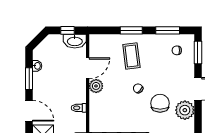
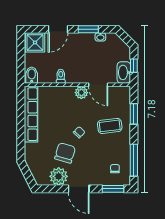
window: (131, 30) -> (134, 114), moved
window: (168, 30) -> (134, 160), width x1.44
chair: (160, 103) -> (65, 153), turned -74

